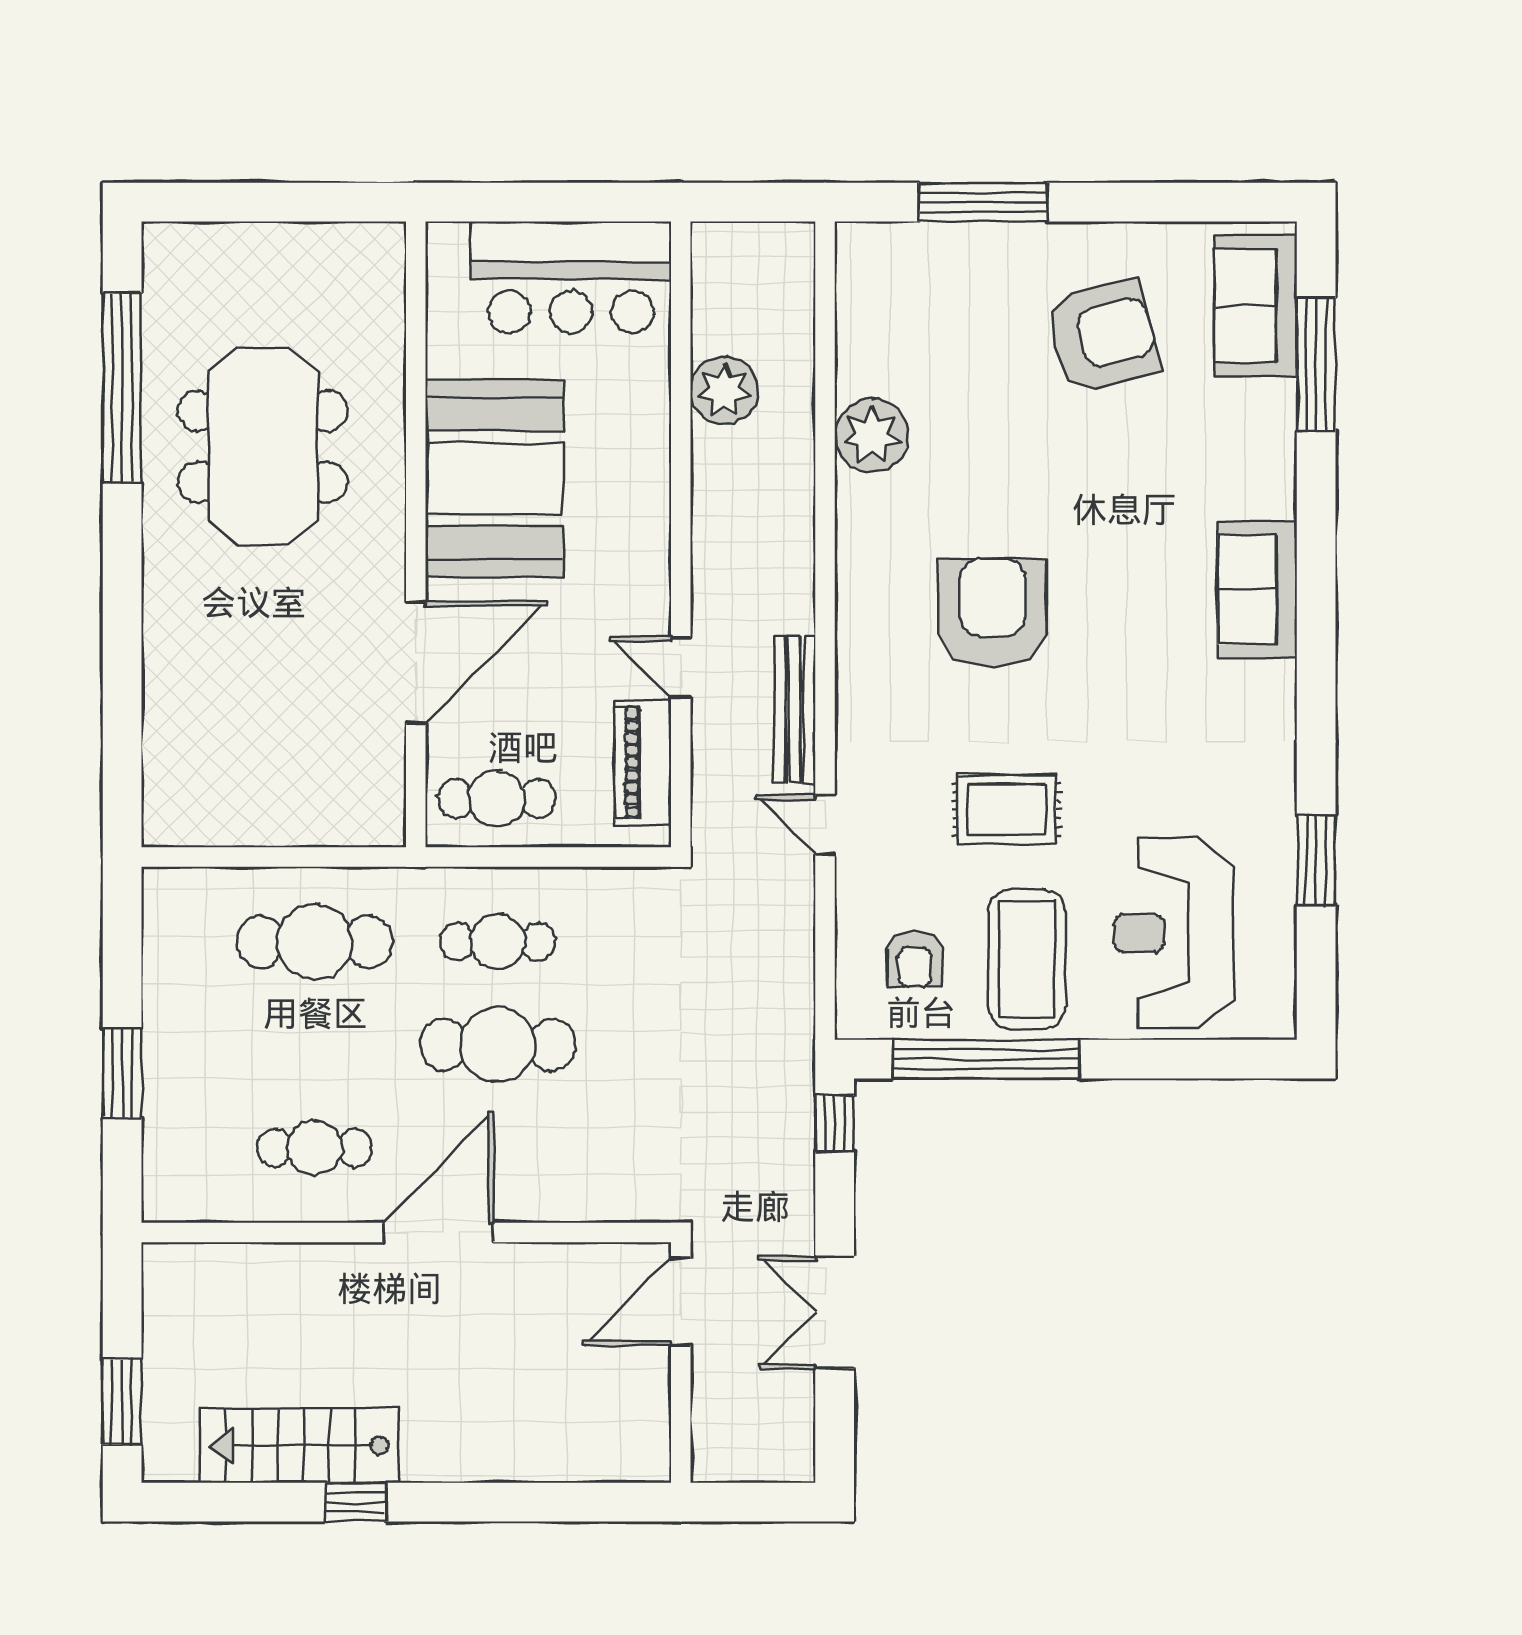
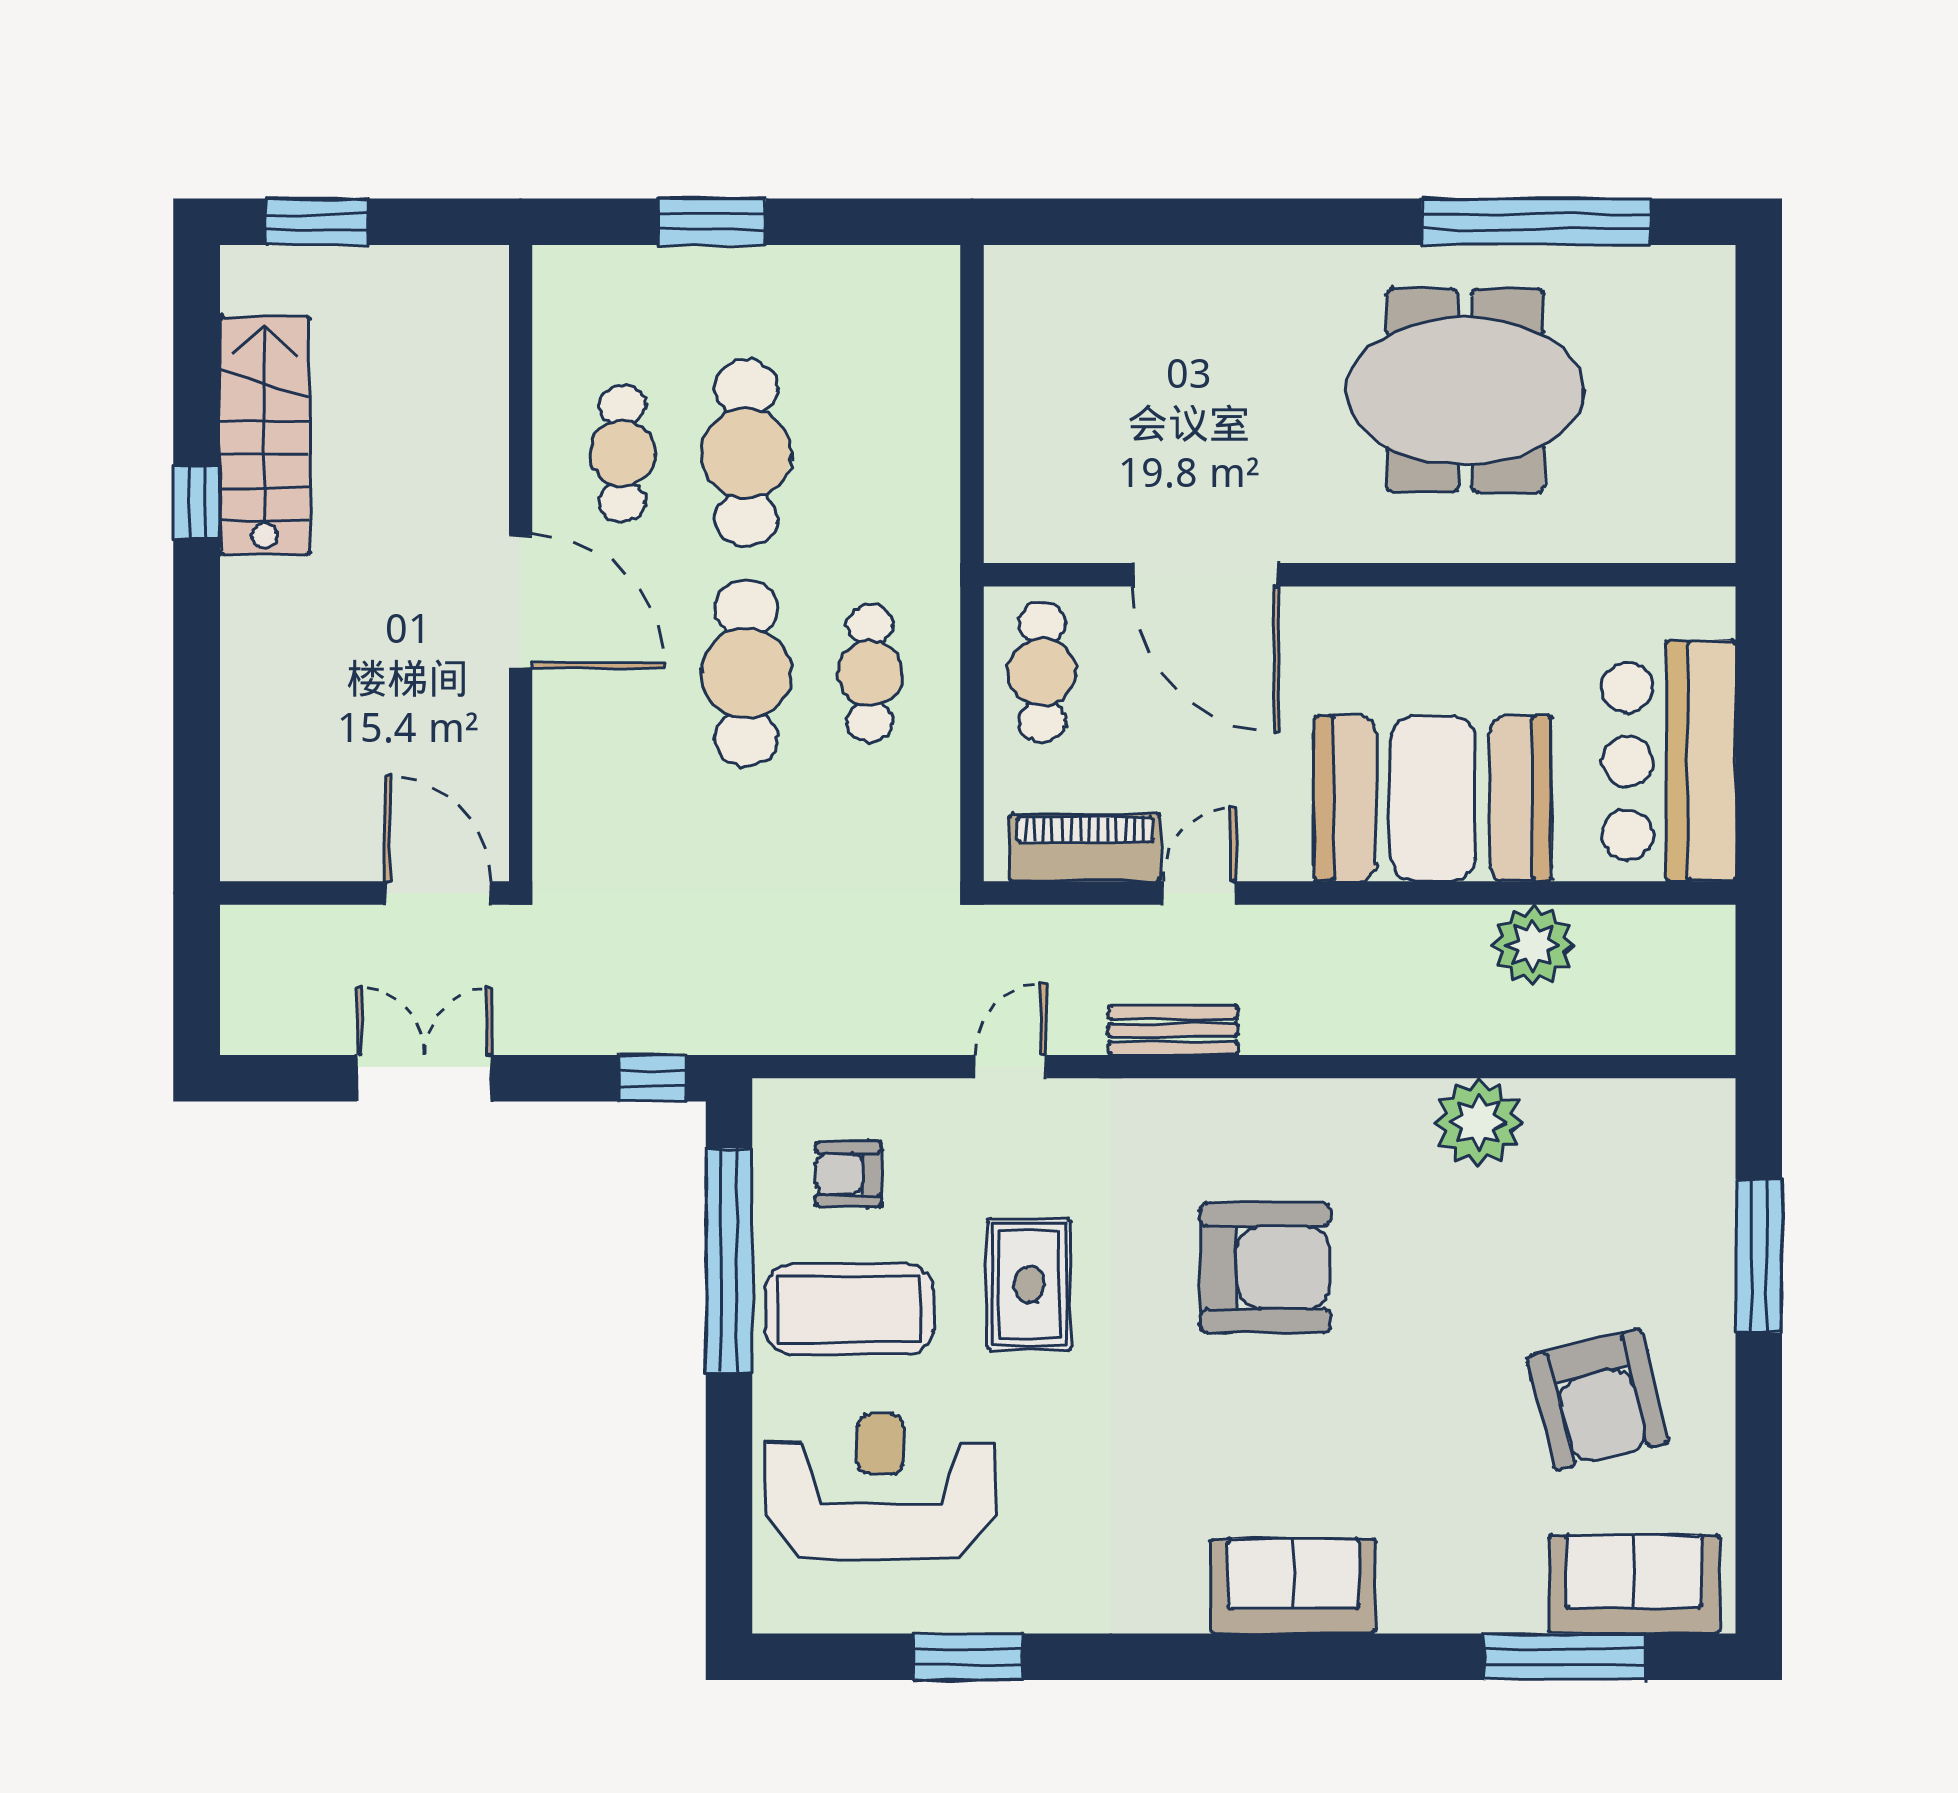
booth: (495, 478) -> (1433, 798), moved
bench: (795, 709) -> (1173, 1030), width x0.73
cafe table: (315, 942) -> (746, 453), moved

